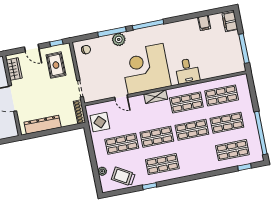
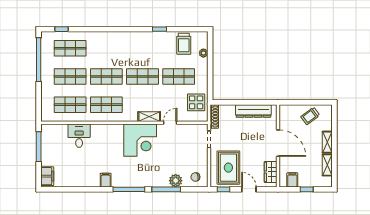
filing cabinet: (204, 23) -> (106, 180), moved
plant: (119, 39) -> (176, 181), moved
rug: (56, 65) -> (228, 168), width x1.36, depth x1.43
corner desk: (146, 69) -> (140, 140), width x0.74, depth x0.74
desk: (187, 71) -> (79, 136), moved
door: (121, 97) -> (170, 123), hinge flipped
shelving: (156, 97) -> (149, 117), moved
shop shelf: (162, 164) -> (142, 48), removed
trolley: (123, 176) -> (184, 44), turned 60

